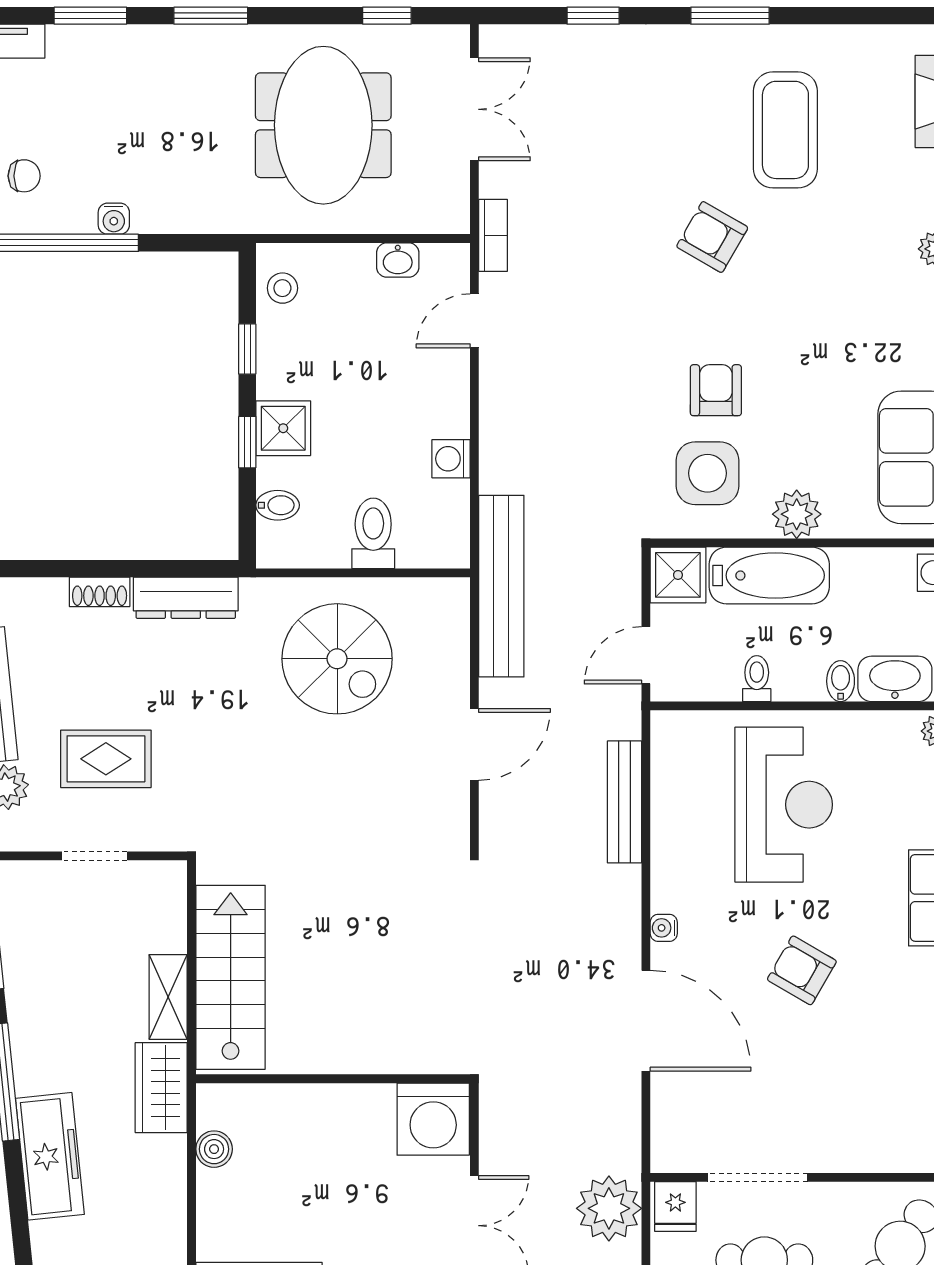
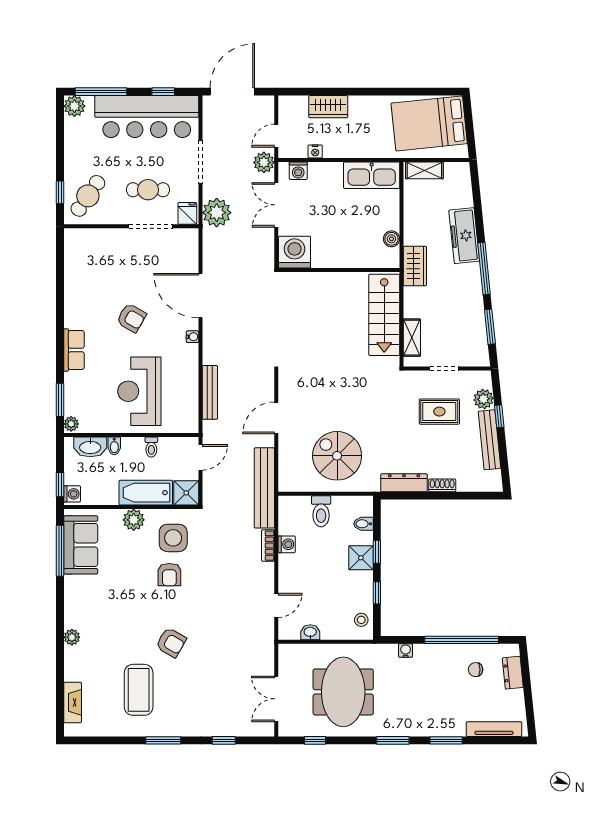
water cooler: (114, 219) -> (406, 651), moved
bookcase: (493, 235) -> (268, 546), moved
shelving: (168, 997) -> (412, 338), moved

